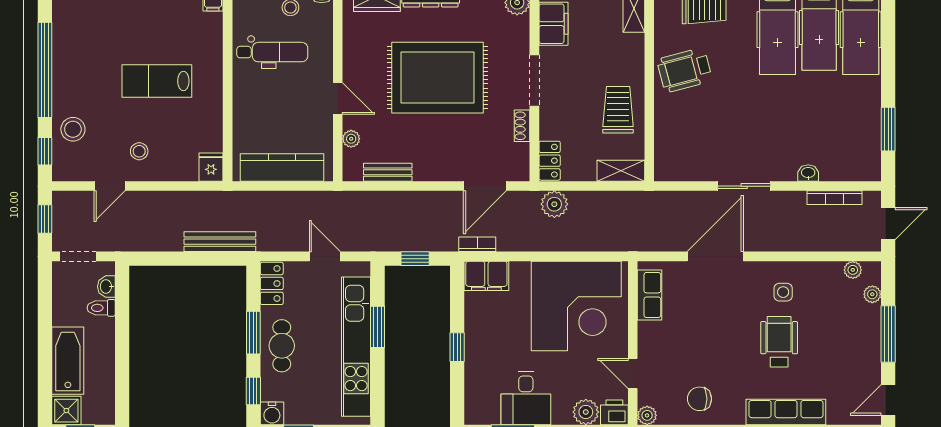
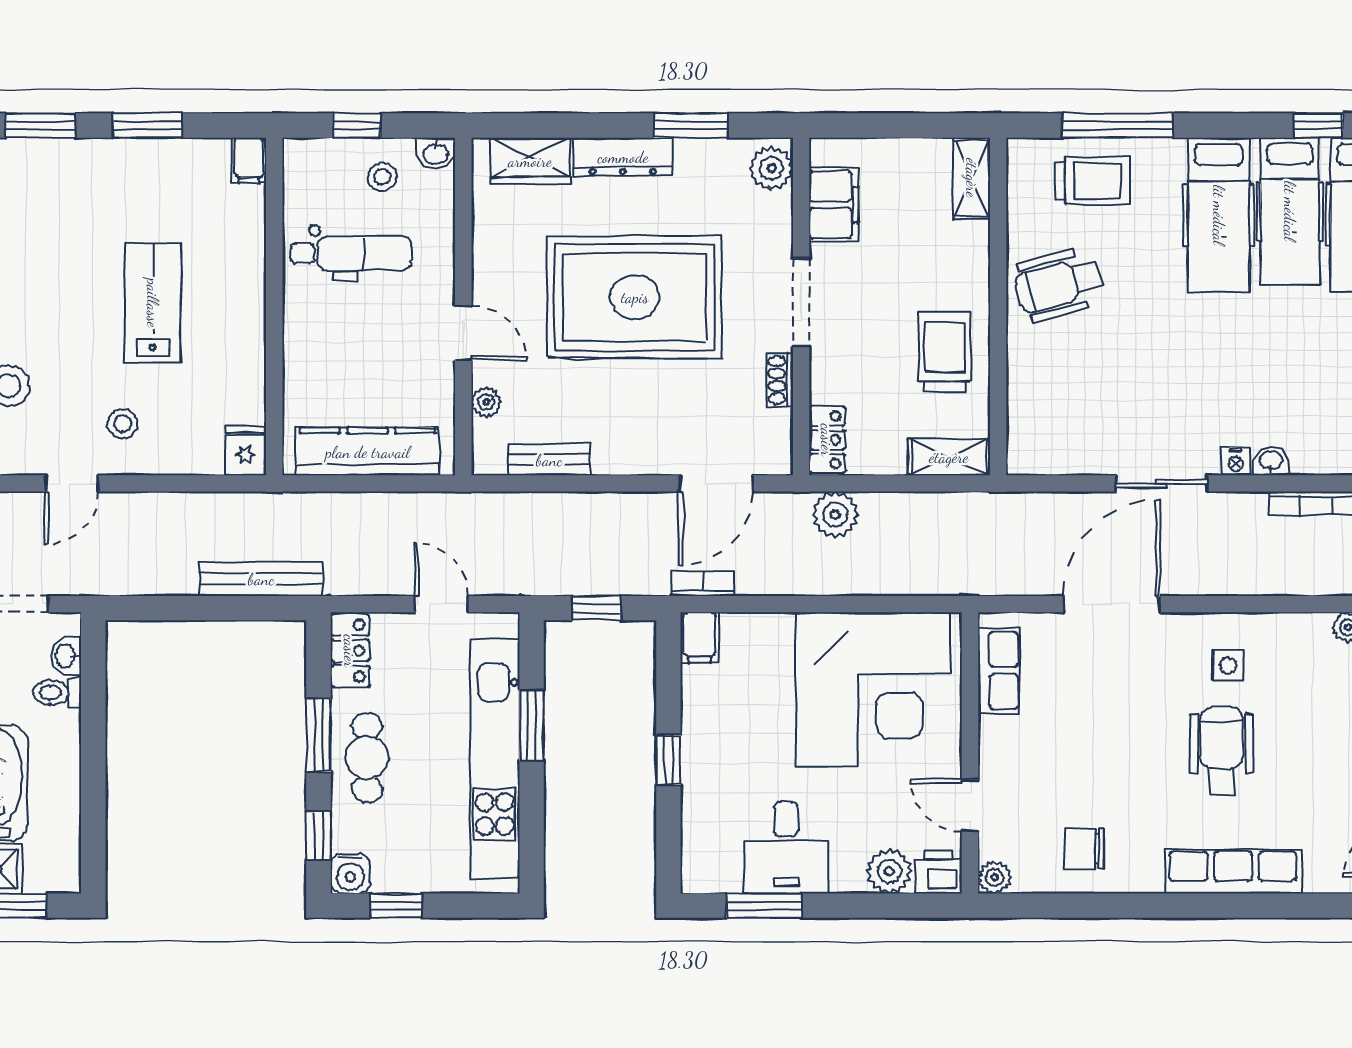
lab bench: (157, 81) -> (153, 303), turned 90
nightstand: (787, 173) -> (1235, 462), added
filing cabinet: (486, 276) -> (700, 638), width x0.50

